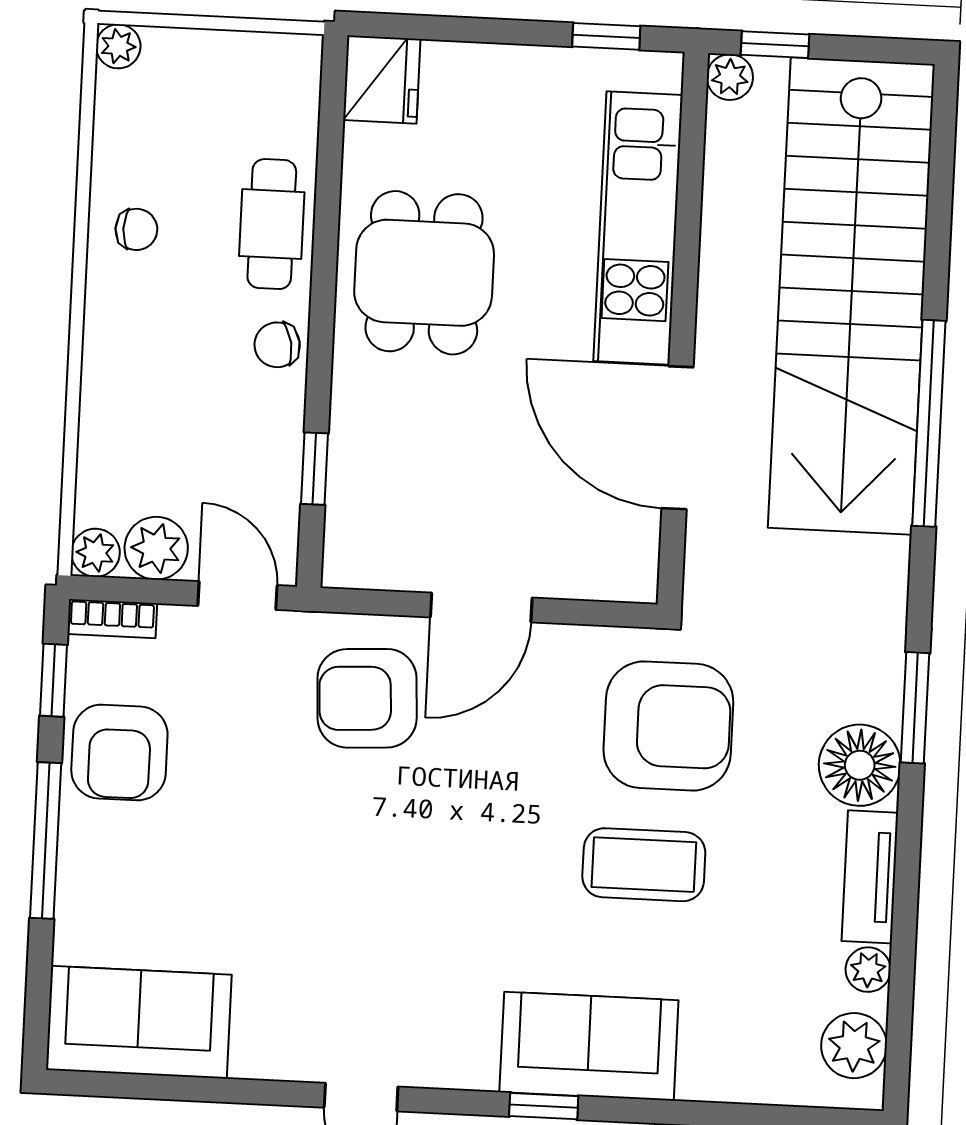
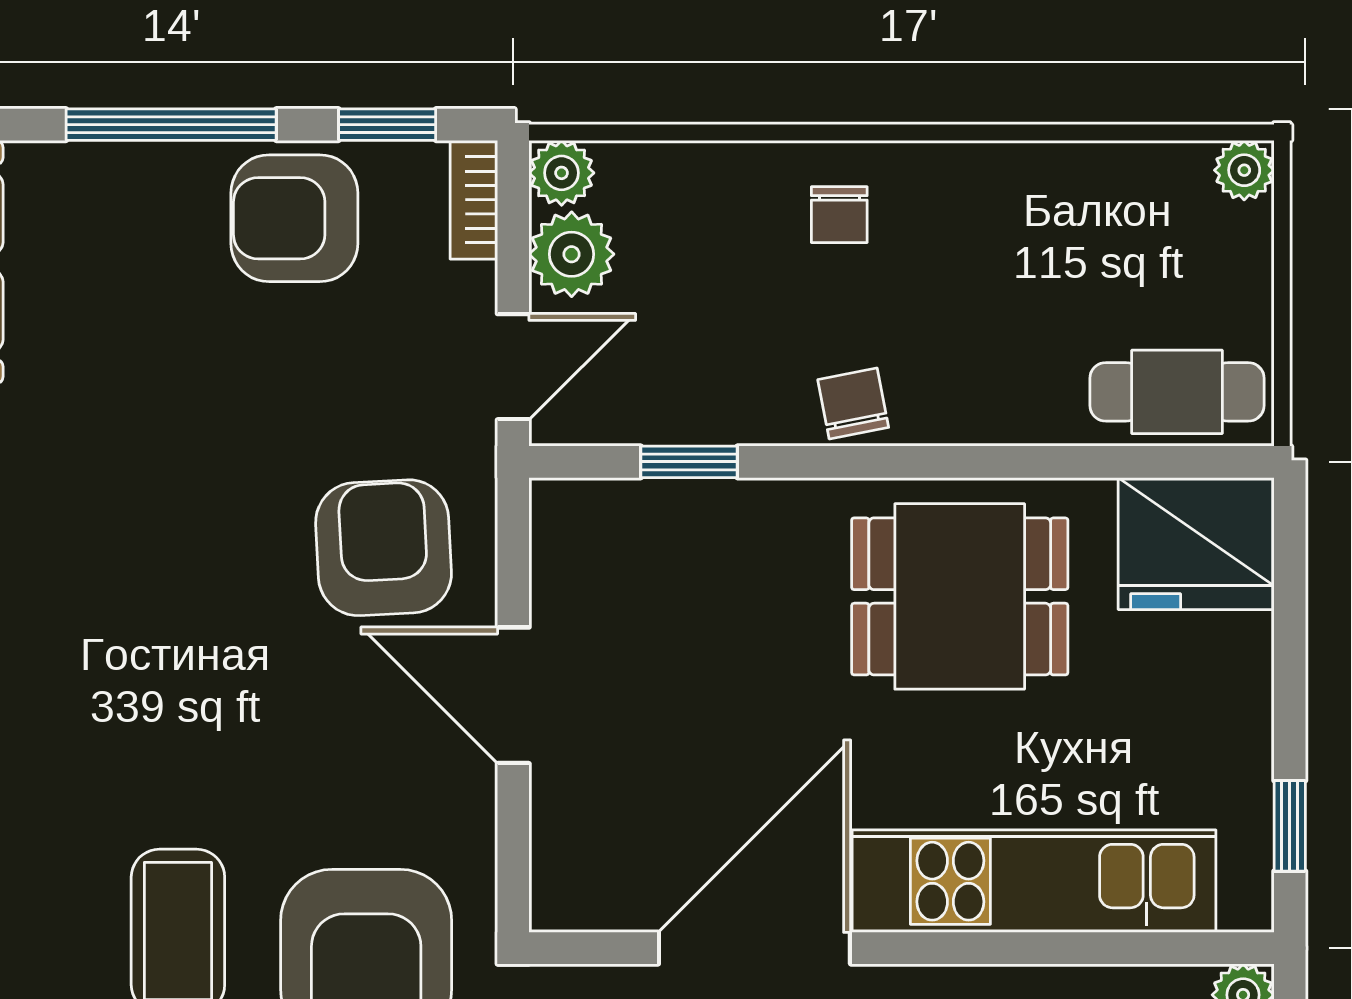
fridge: (382, 80) -> (1196, 544), width x1.36, depth x1.34
cafe table: (272, 224) -> (1177, 392), moved
chair: (136, 229) -> (839, 215), moved

